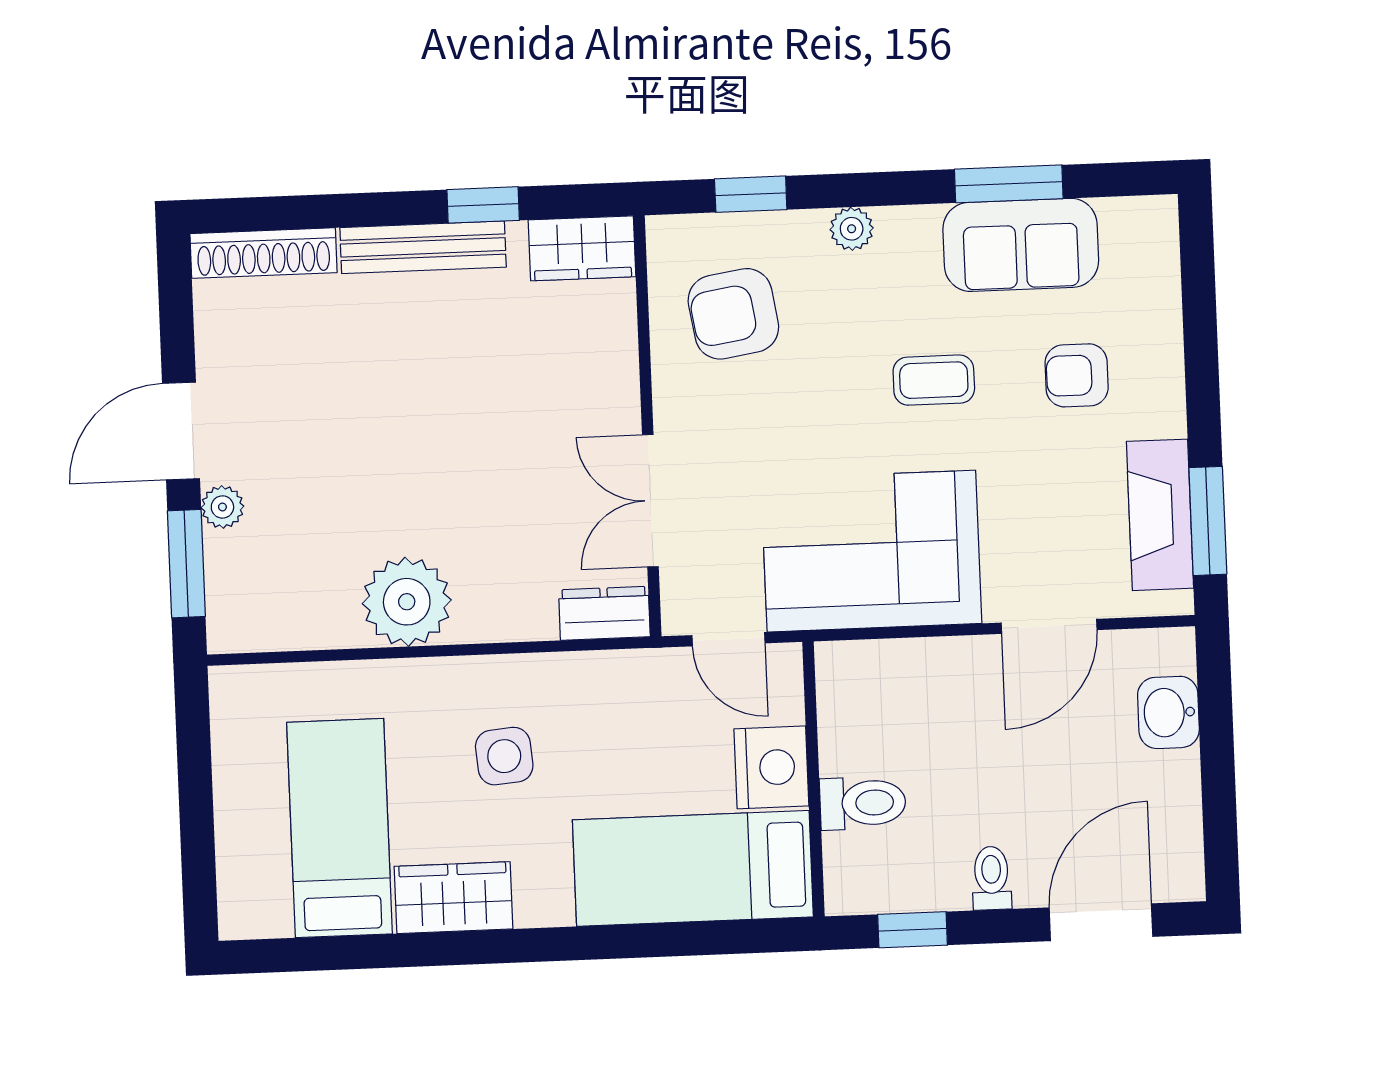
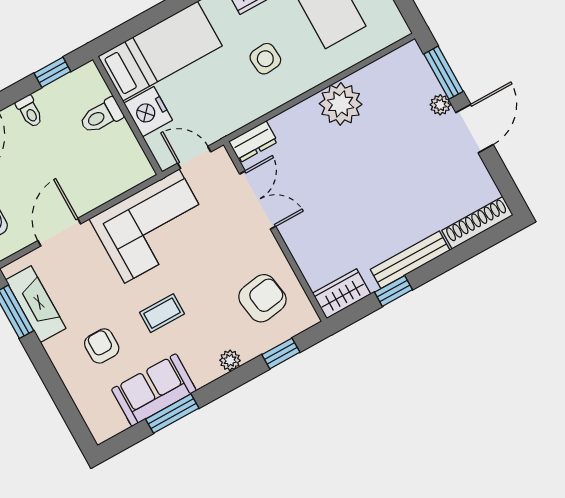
armchair: (1077, 375) -> (102, 346), turned -90

